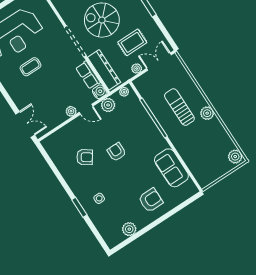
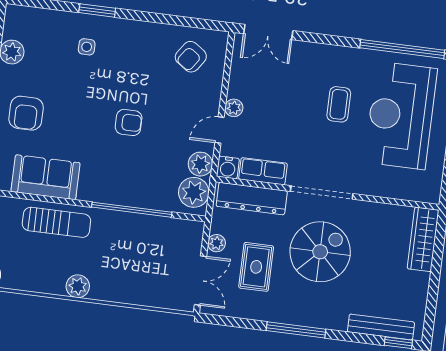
plant: (124, 92) -> (194, 192), width x1.87, depth x1.87
sun lounger: (179, 107) -> (56, 222), moved
armchair: (85, 157) -> (191, 57), moved

